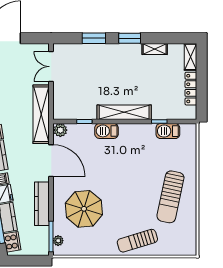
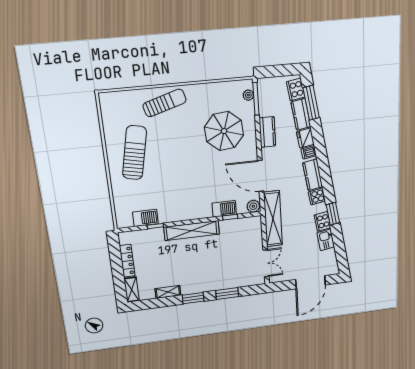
barbecue: (107, 131) -> (224, 209), moved
kitchen counter: (42, 204) -> (267, 132), width x0.67

